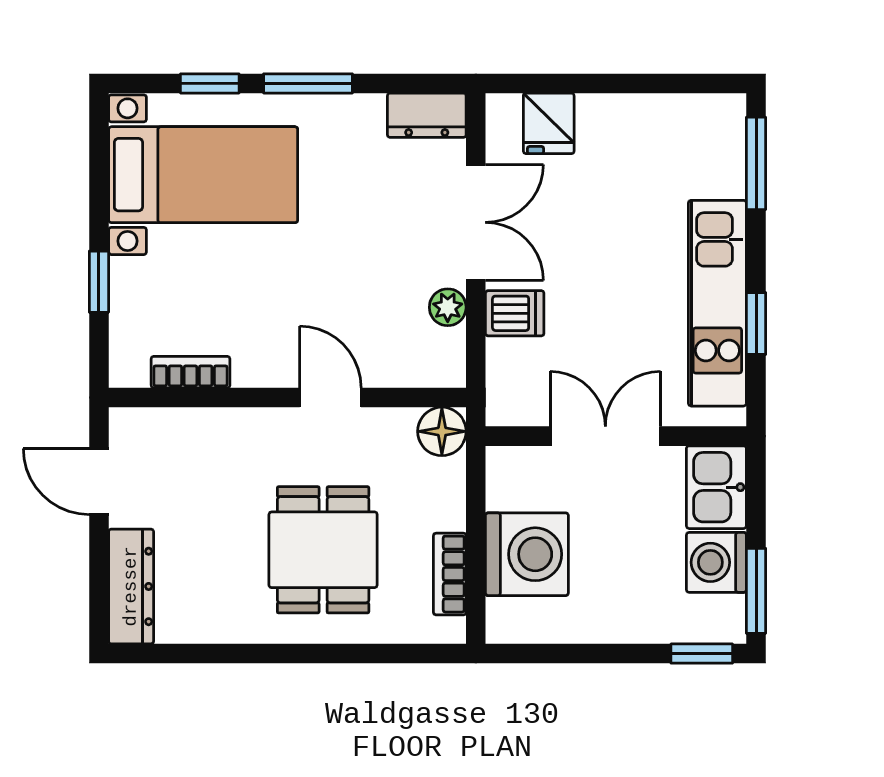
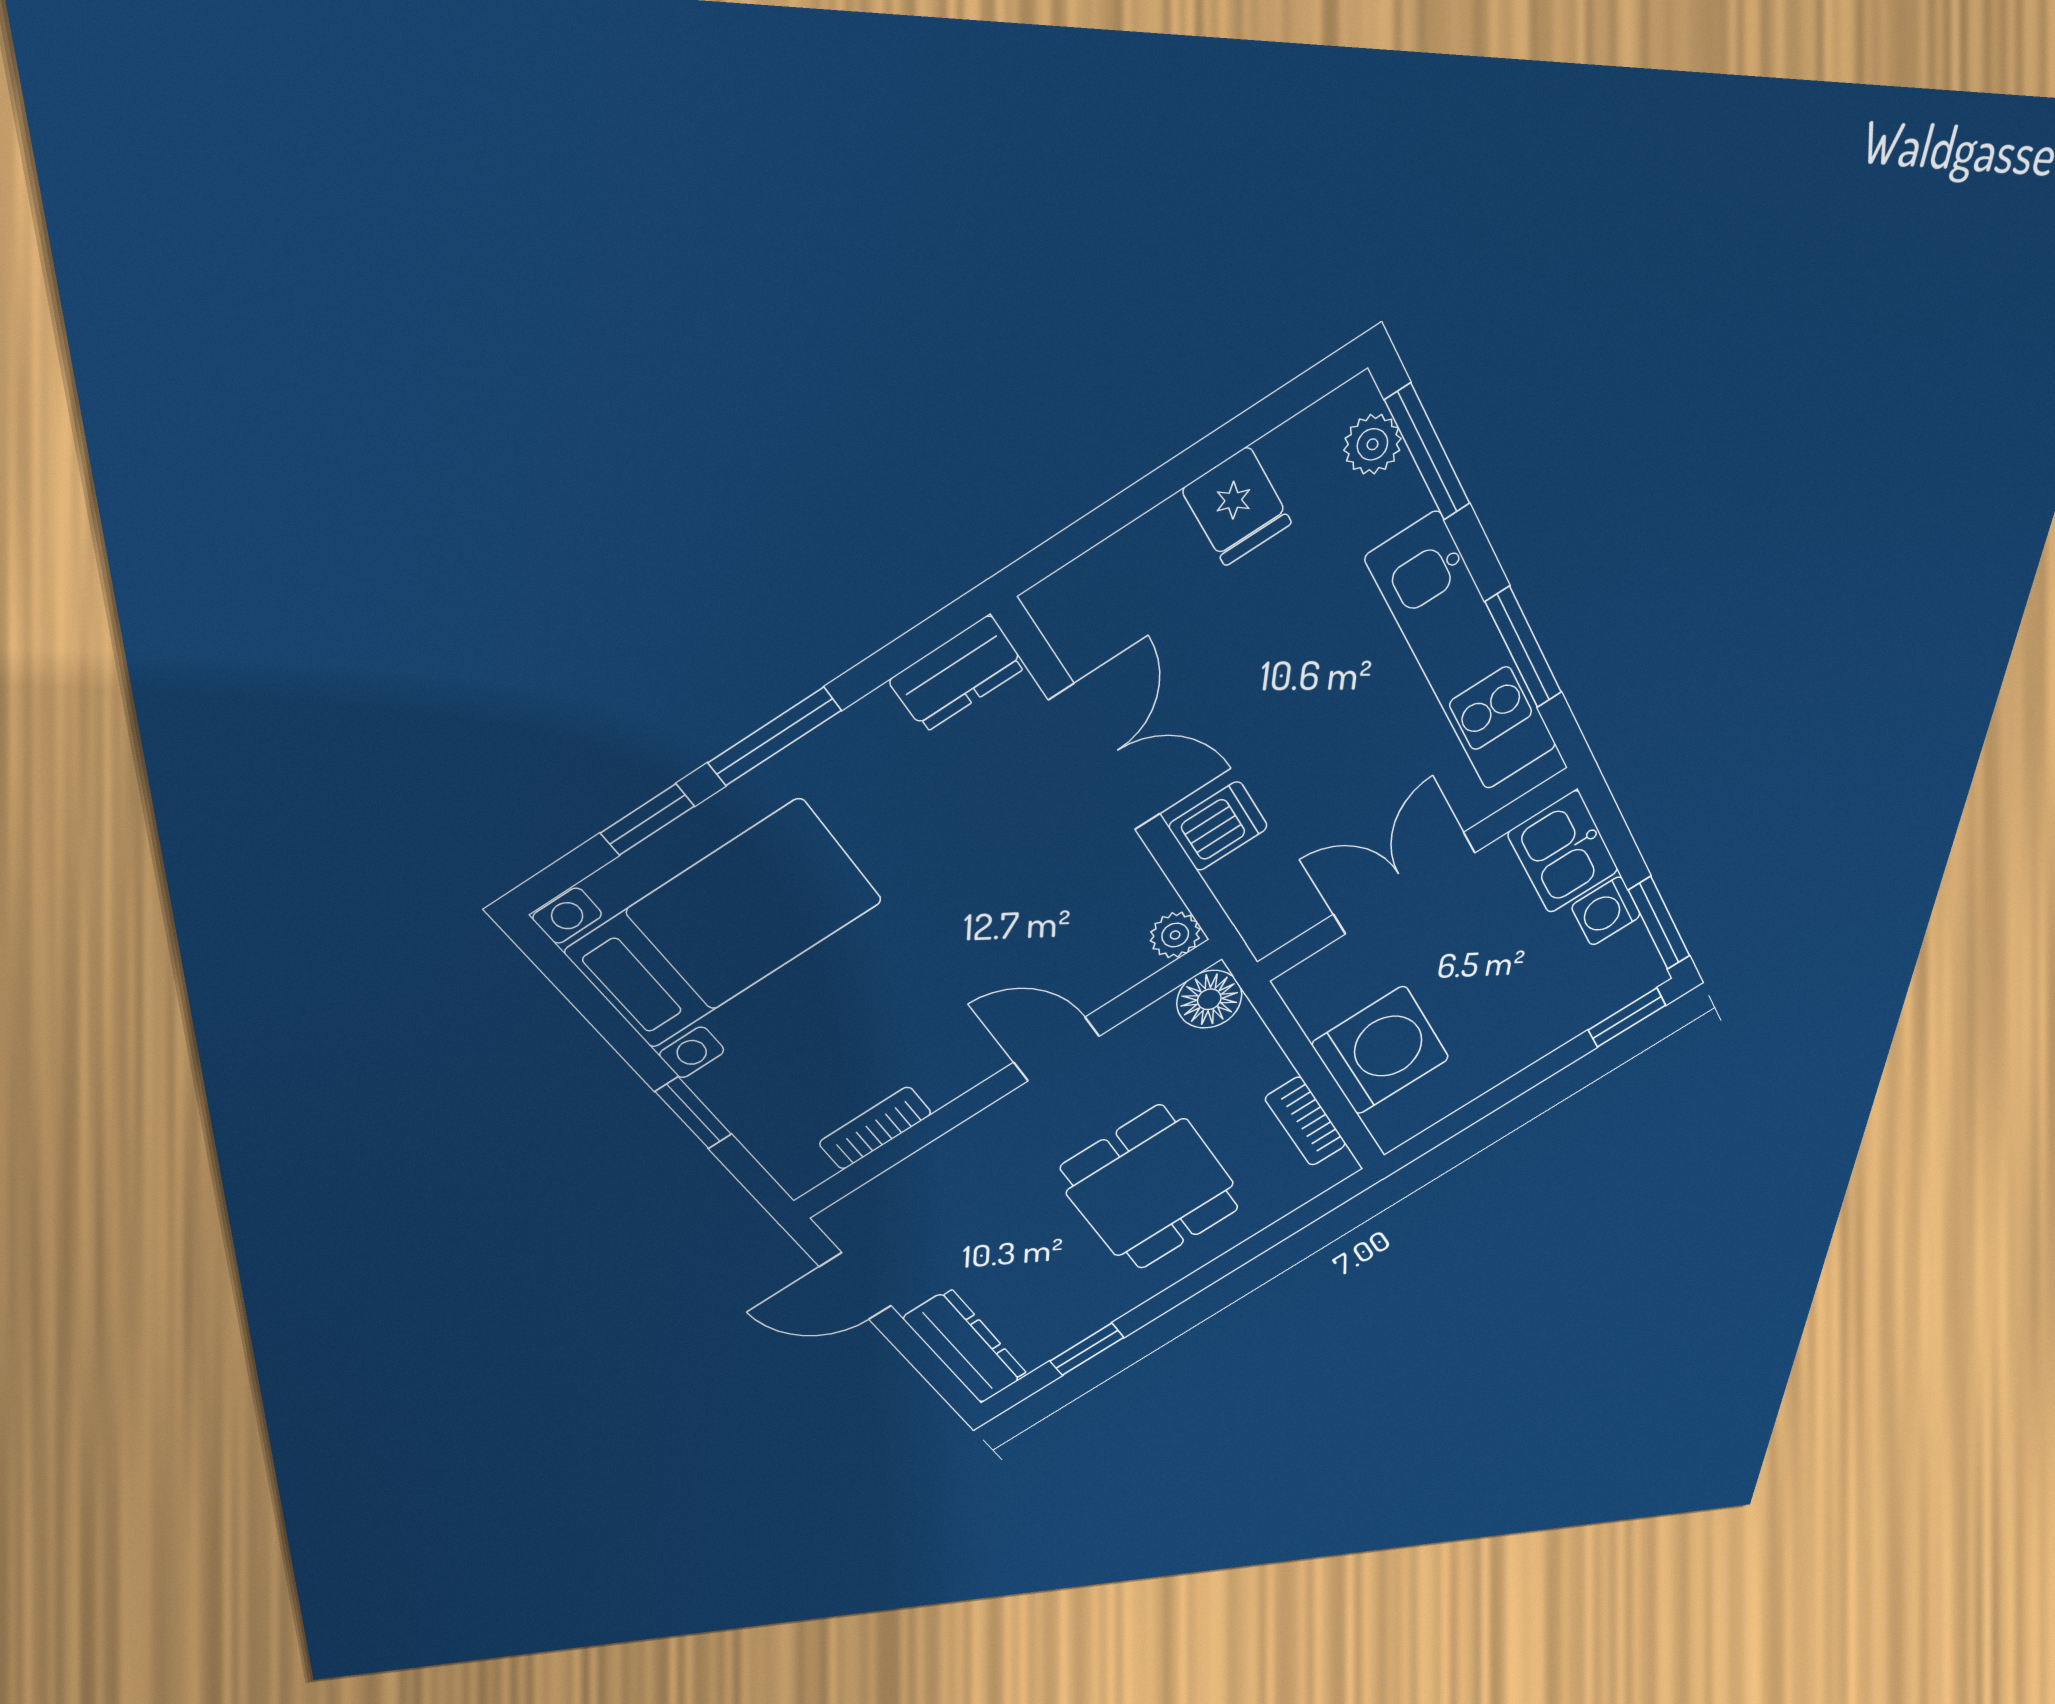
fridge: (549, 123) -> (1237, 506), moved
plant: (727, 138) -> (1372, 444), added
plant: (448, 307) -> (1175, 935), moved
window: (756, 323) -> (1524, 648), width x1.50
washing machine: (716, 562) -> (1606, 911), width x0.73, depth x0.73
window: (203, 654) -> (1087, 1349), added

